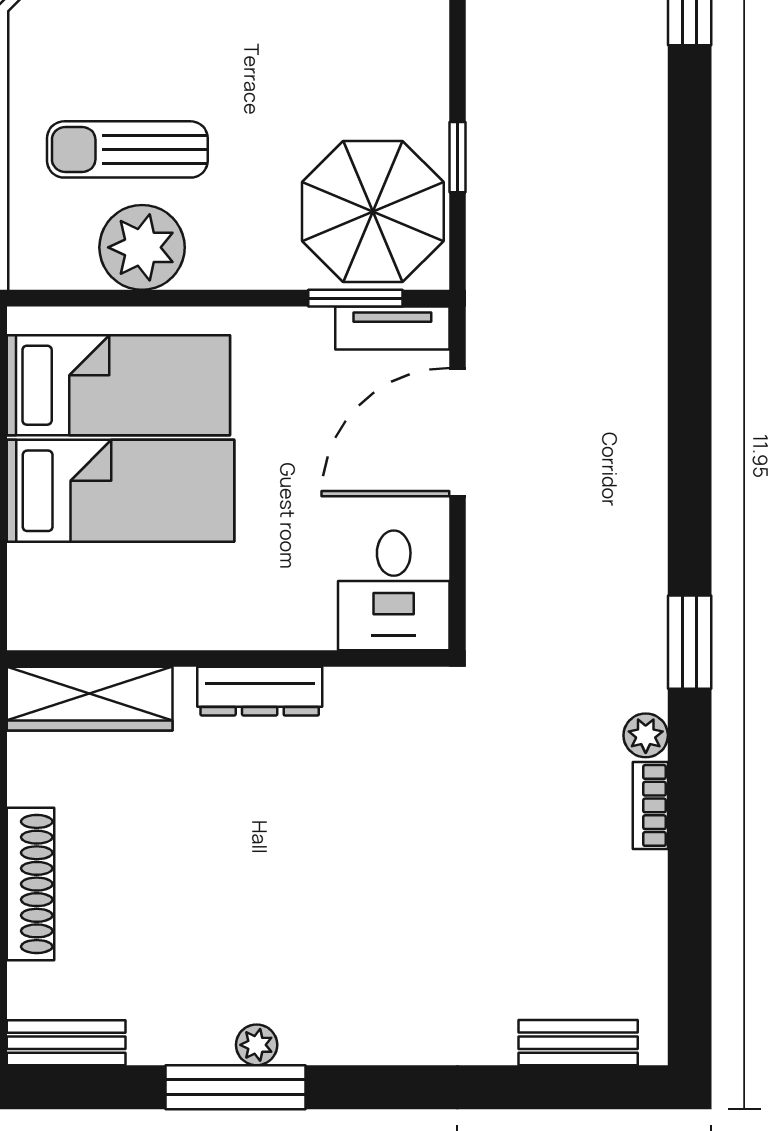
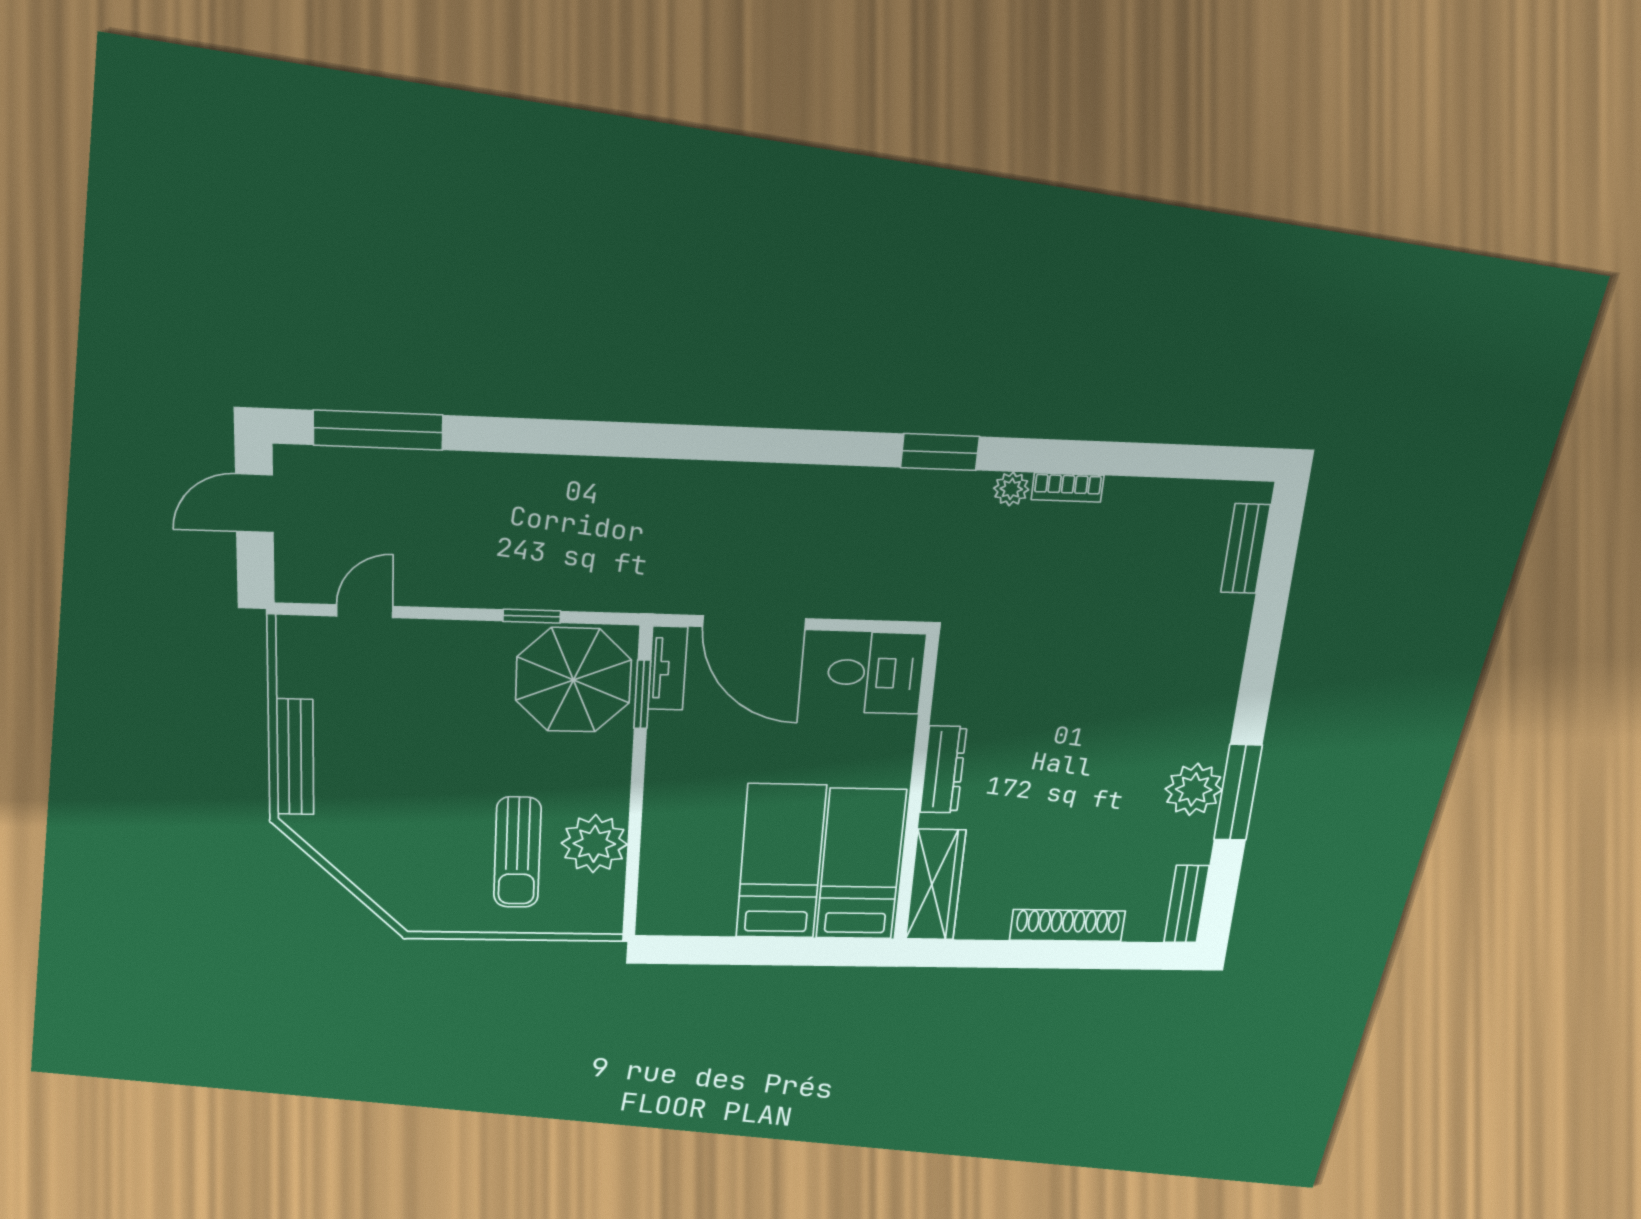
bed: (118, 385) -> (861, 864), moved
plant: (257, 1045) -> (1194, 789), width x1.88, depth x1.88

